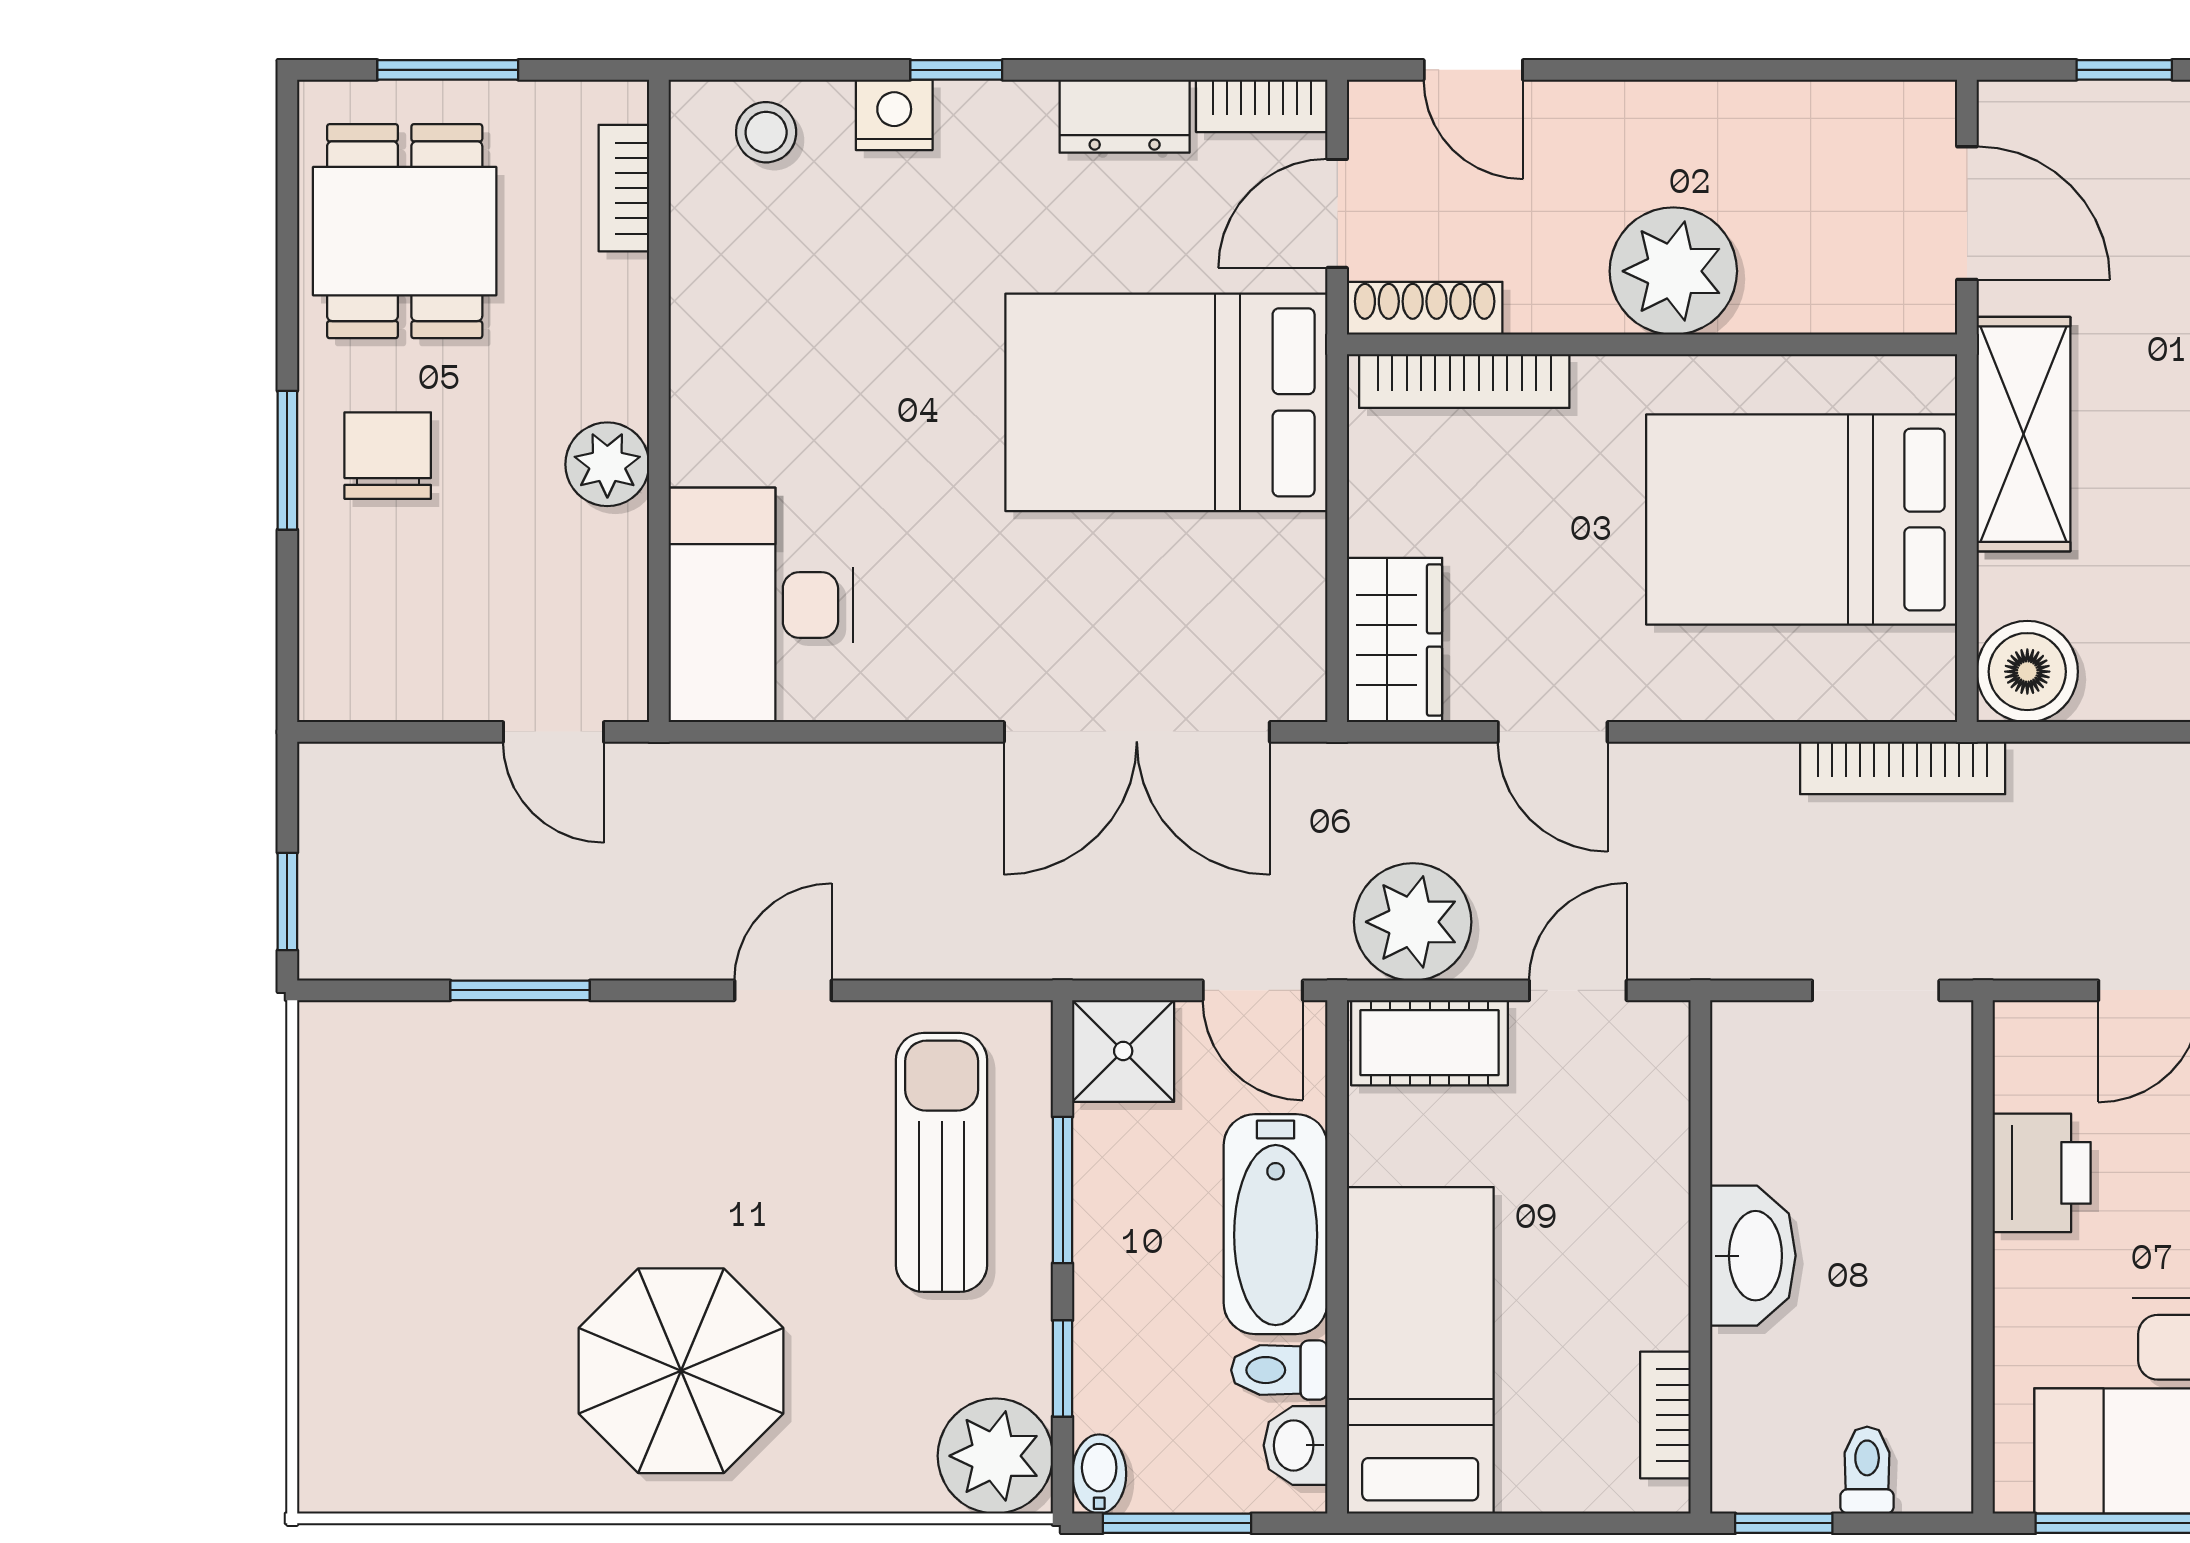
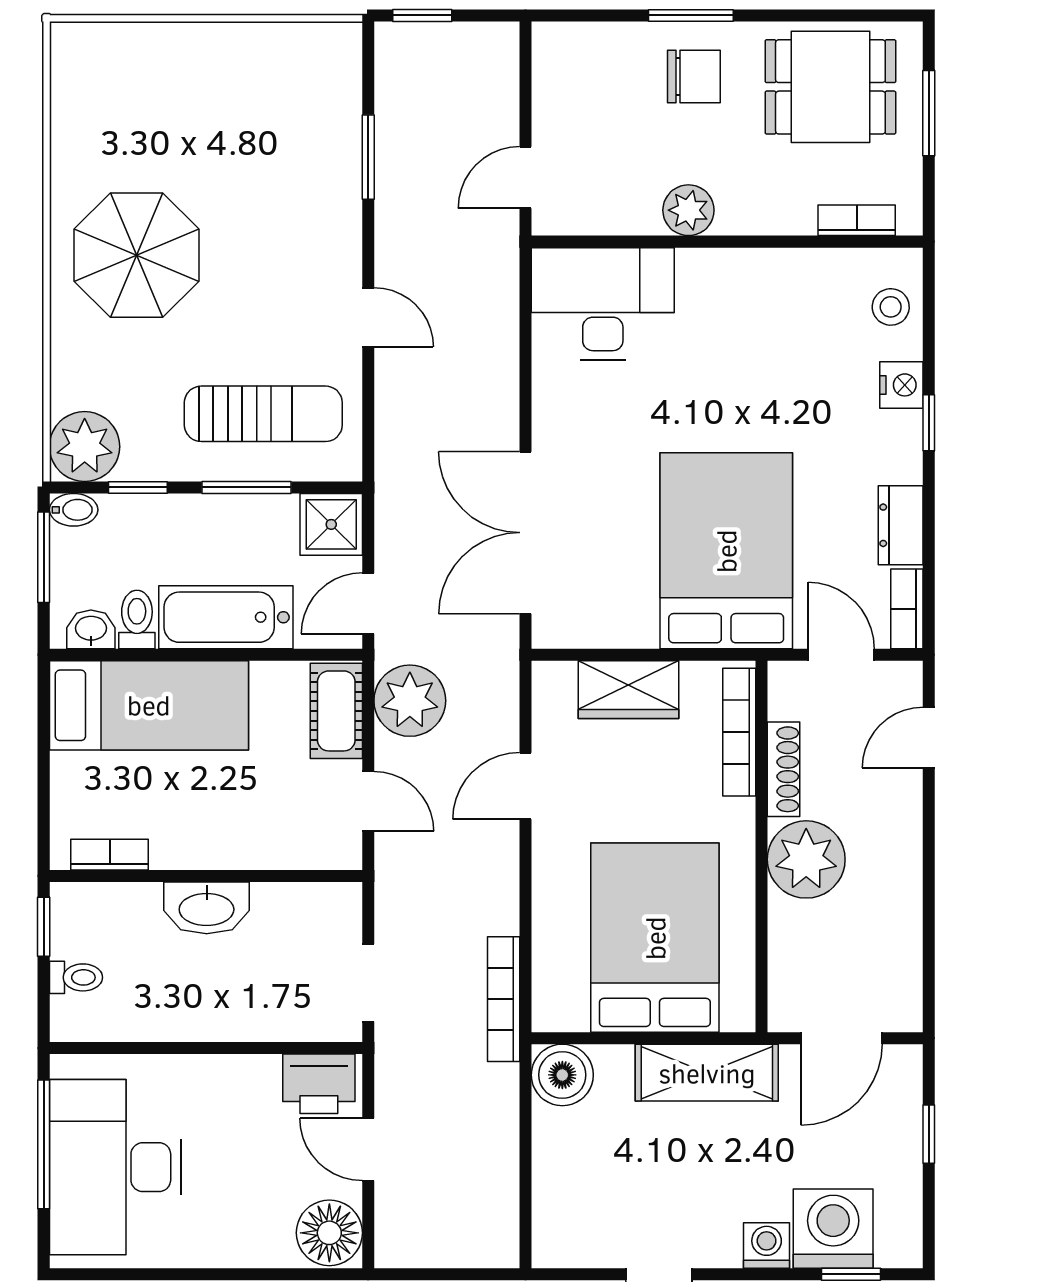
shoe rack: (1425, 308) -> (784, 769), moved
wardrobe: (1394, 640) -> (628, 690), moved
printer: (2042, 1173) -> (319, 1084), moved

